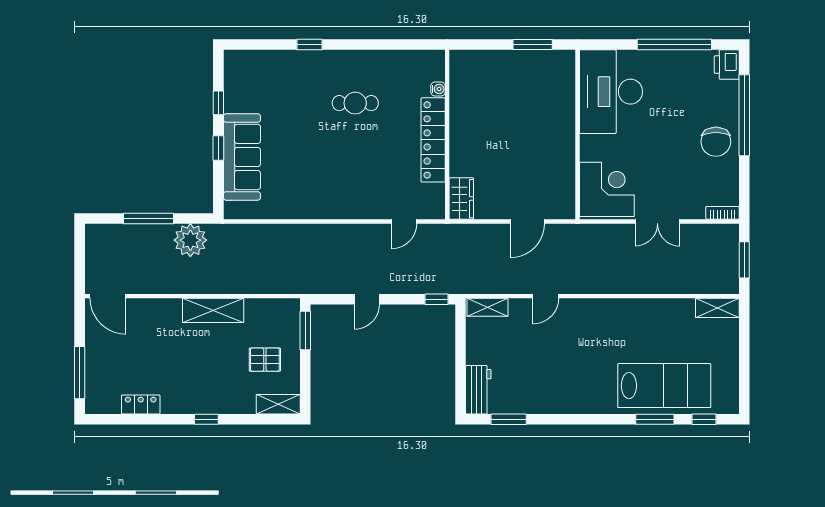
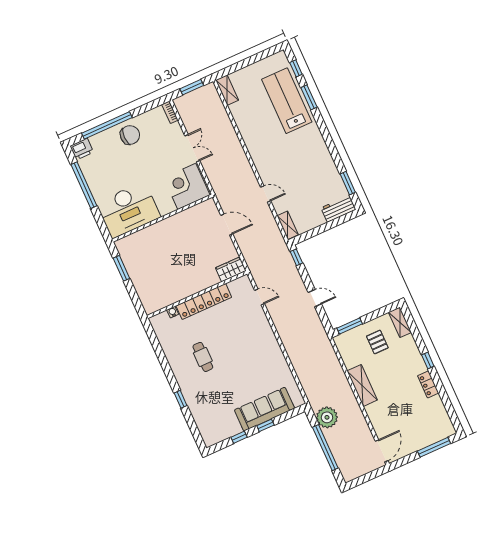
window: (149, 218) -> (325, 448), width x1.46
locker: (141, 404) -> (428, 384), moved

